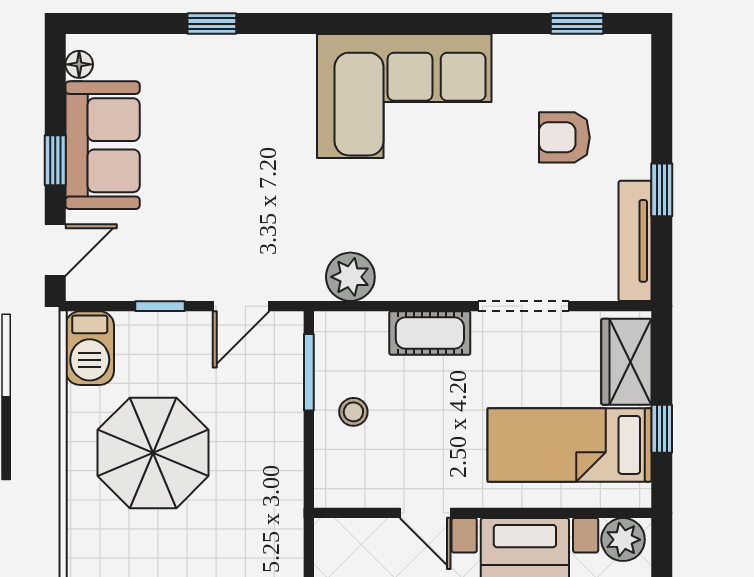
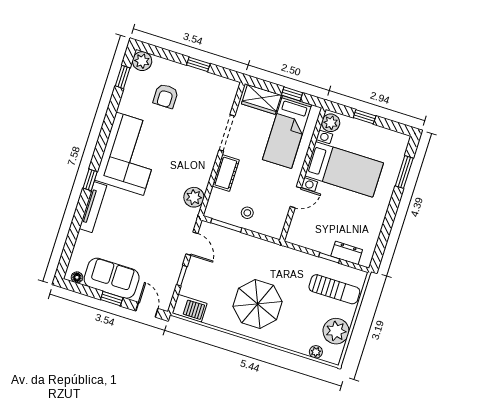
window: (212, 24) -> (90, 180), moved
plant: (628, 57) -> (142, 61), added
tv unit: (635, 241) -> (93, 207), moved, turned -90
parasol: (153, 453) -> (257, 304), moved

